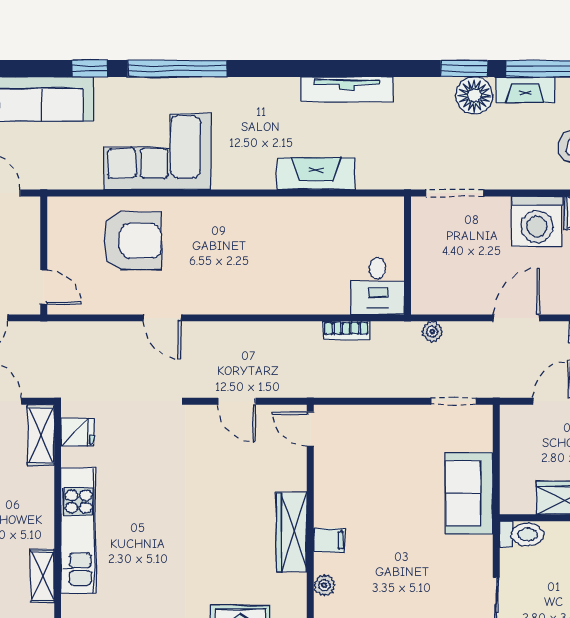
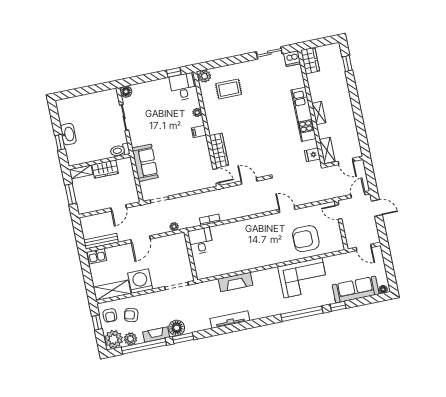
wardrobe: (292, 532) -> (219, 150), moved
shelving: (42, 576) -> (319, 113), moved

